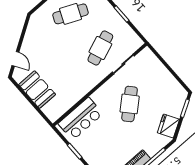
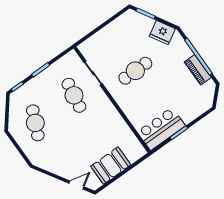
cafe table: (100, 48) -> (74, 95), turned 30
cafe table: (130, 104) -> (135, 71), turned -48
bar counter: (81, 119) -> (161, 129), moved, turned -90

